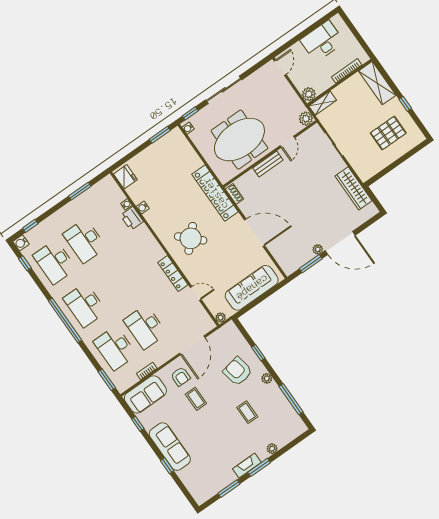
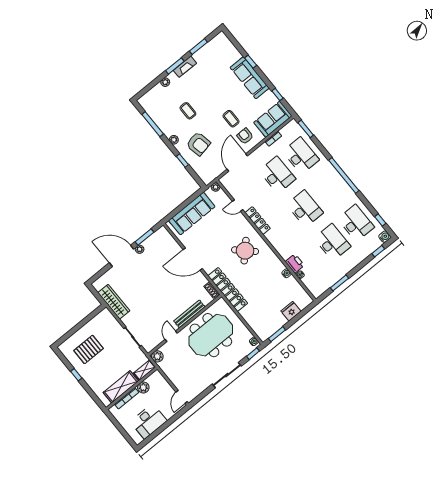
shelving: (377, 83) -> (121, 387), moved, turned 90
plant: (309, 94) -> (143, 387), moved
bench: (268, 164) -> (189, 314), width x1.36
fridge: (125, 177) -> (291, 311), moved, turned 90
desk: (85, 305) -> (305, 209), moved

